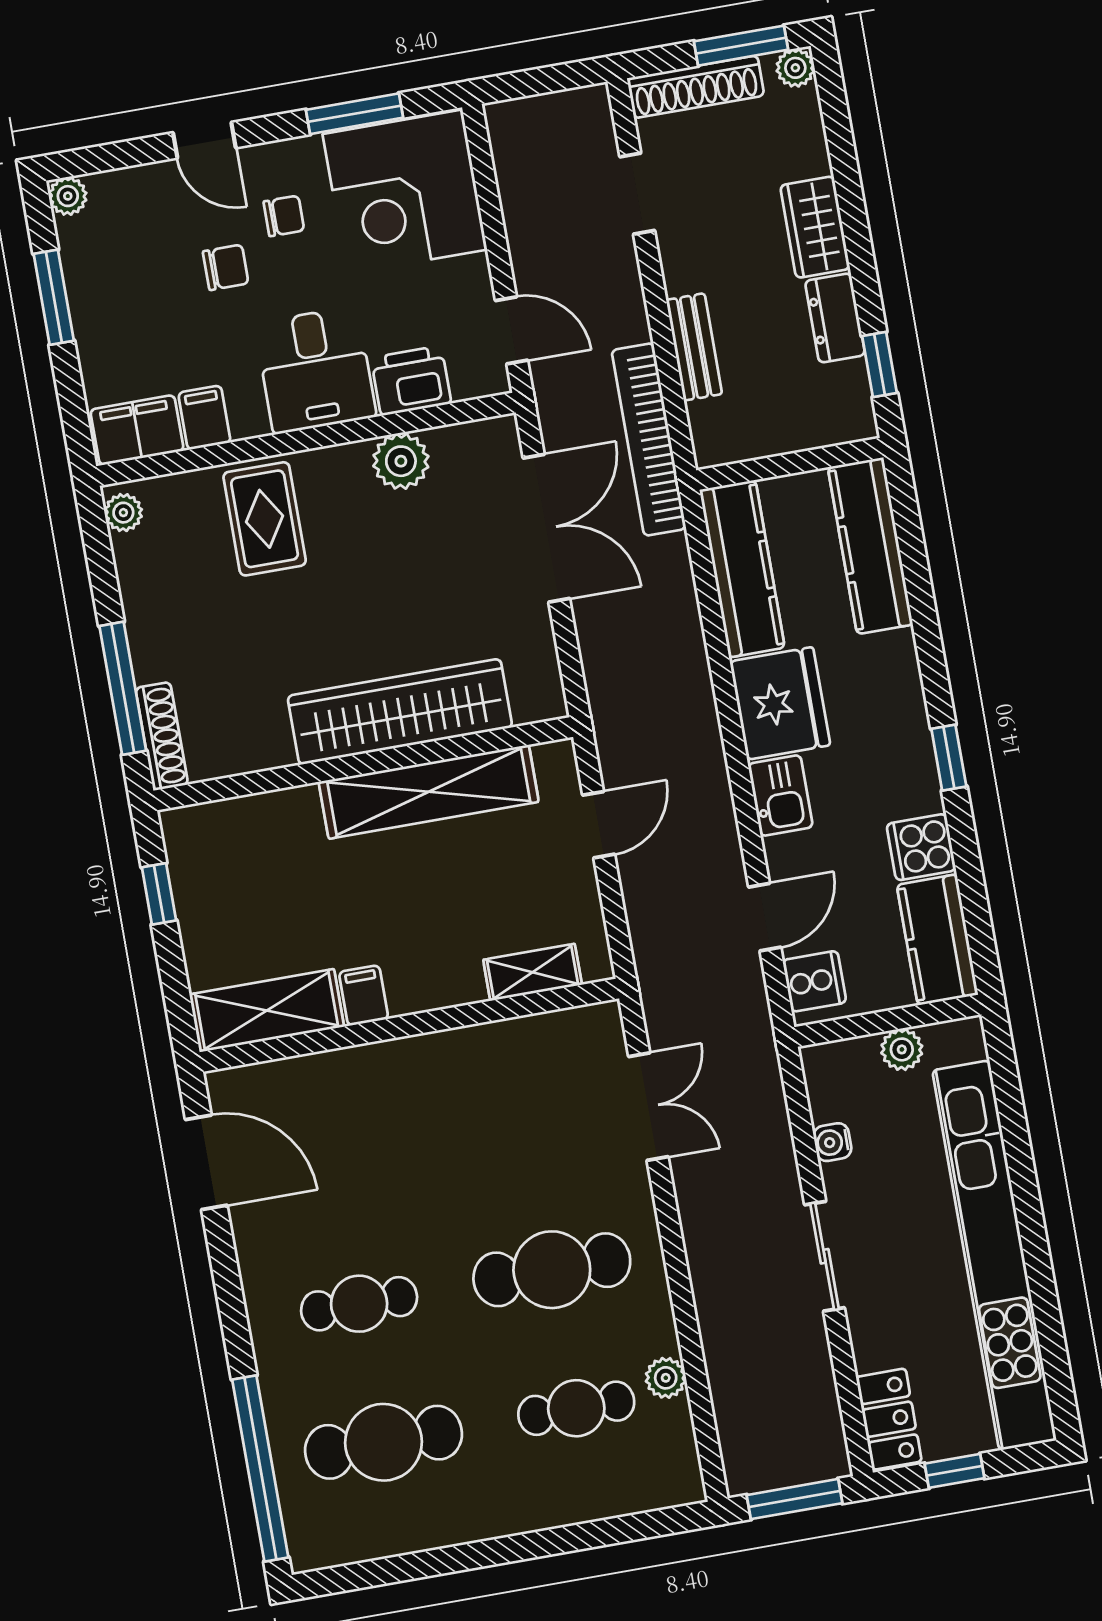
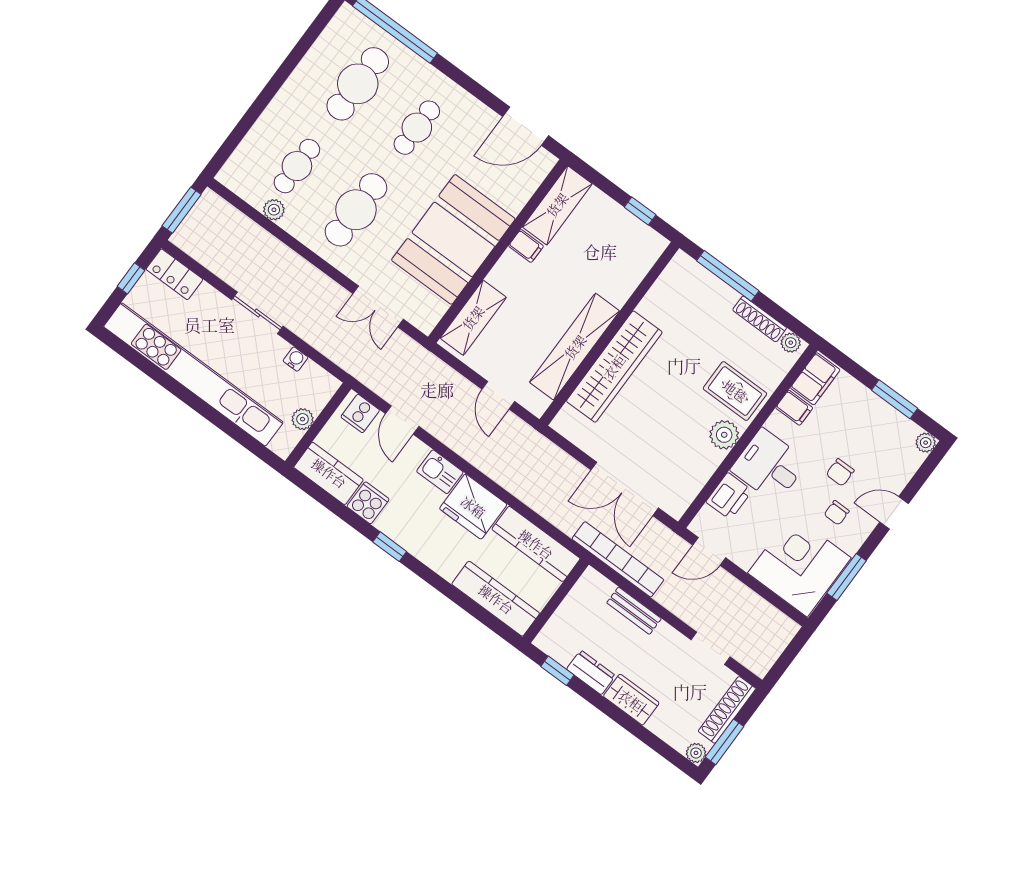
plant: (401, 461) -> (724, 435), moved
shoe rack: (162, 736) -> (760, 319), moved
shelving: (533, 972) -> (473, 318), width x1.50, depth x1.33
booth: (456, 1100) -> (453, 239), added

